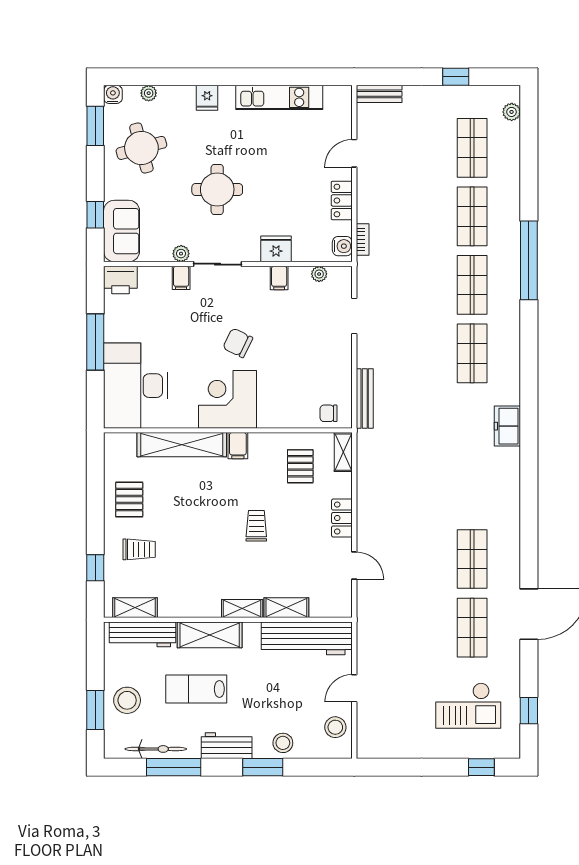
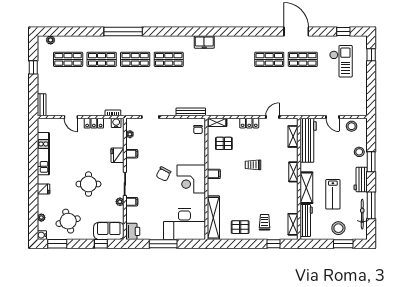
shelving: (182, 445) -> (213, 218), moved
shelving: (286, 608) -> (293, 136), moved

